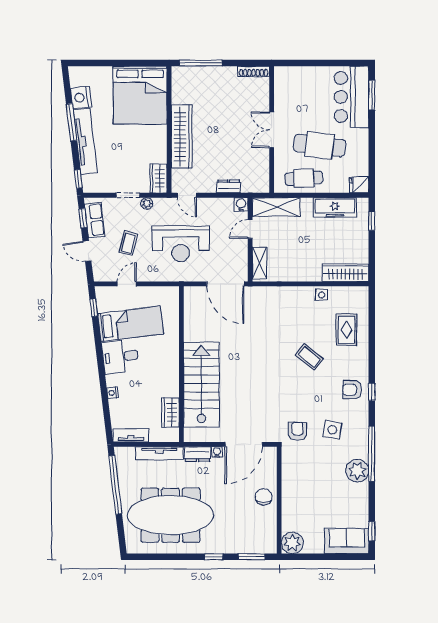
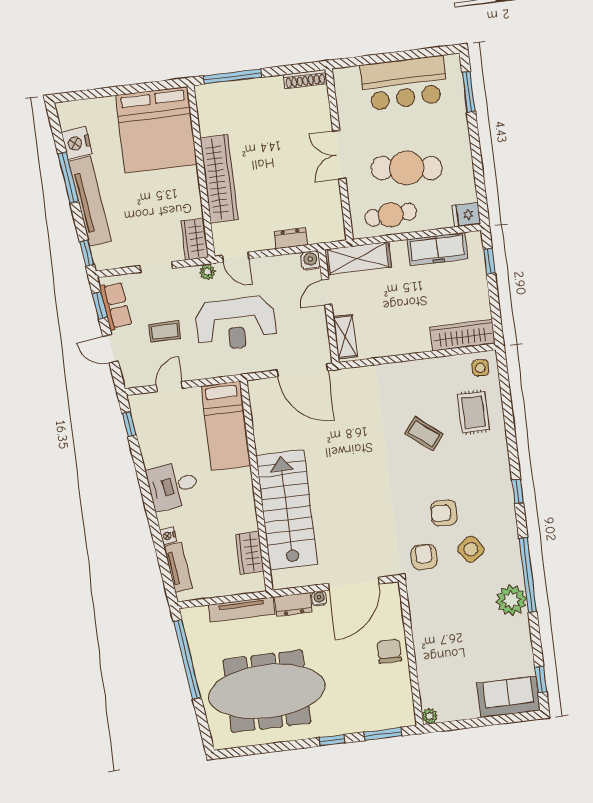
bar counter: (351, 97) -> (404, 83), moved, turned -90
plant: (147, 203) -> (207, 272), moved
coffee table: (128, 243) -> (165, 331), turned 76
side table: (322, 295) -> (480, 368), moved
bed: (131, 324) -> (225, 426), moved, turned 97
coffee table: (309, 357) -> (424, 434), moved
armchair: (352, 390) -> (444, 513), moved
side table: (332, 430) -> (471, 549), turned 45
tv unit: (131, 435) -> (178, 567), moved, turned 83
plant: (292, 543) -> (430, 716), width x0.53, depth x0.53

